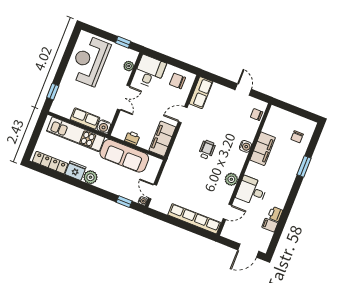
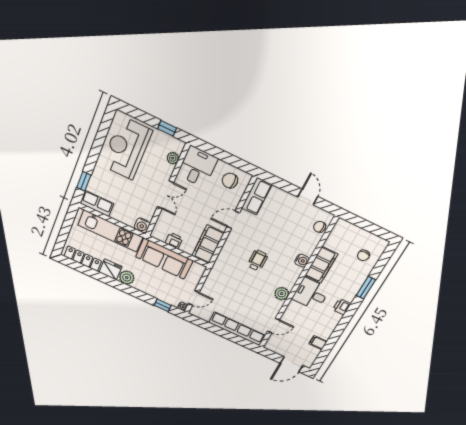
row of seats: (85, 119) -> (97, 203), moved
desk: (252, 191) -> (311, 294), moved
door: (152, 192) -> (194, 298), swing flipped
printer: (275, 214) -> (342, 307), moved

